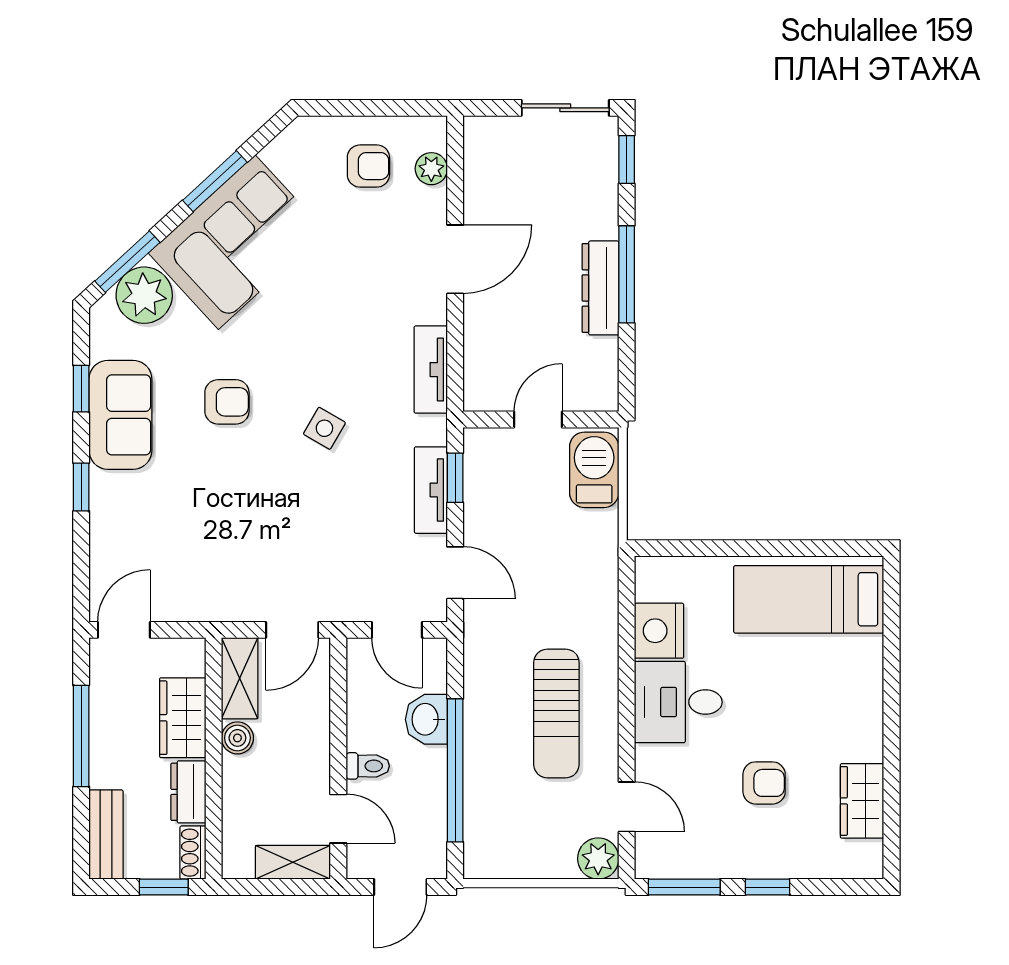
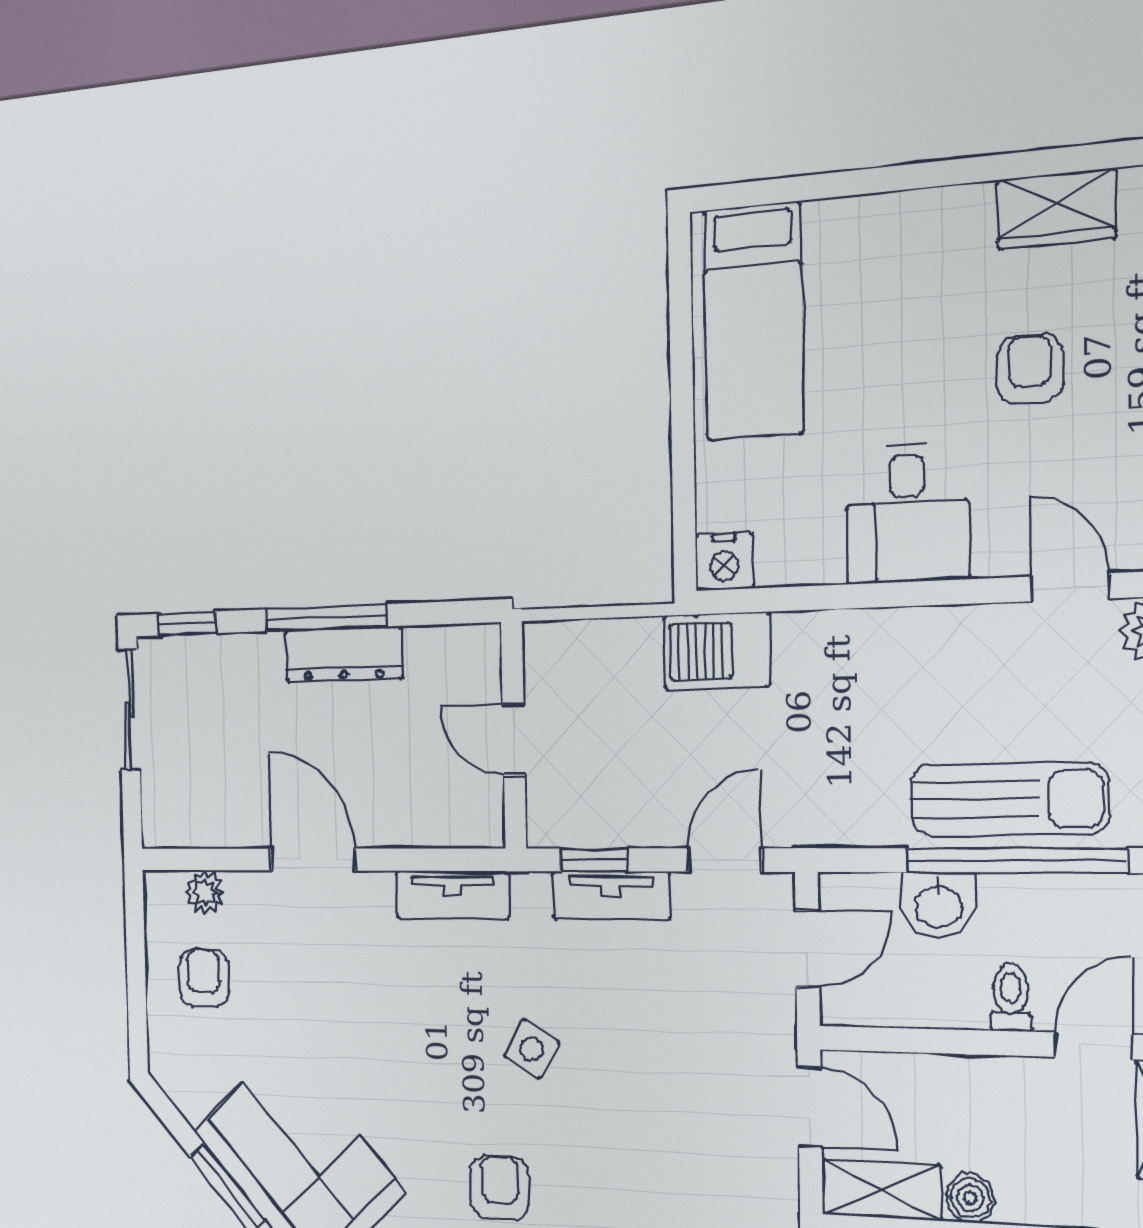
barbecue: (594, 470) -> (717, 651), moved
nightstand: (659, 631) -> (724, 561), moved, width x0.74, depth x0.75
sun lounger: (556, 713) -> (1009, 799), moved
door: (627, 807) -> (1070, 587), hinge flipped

